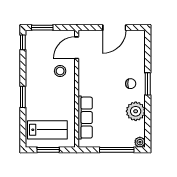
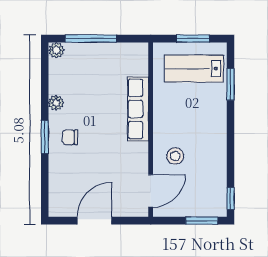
window: (23, 97) -> (231, 84), moved
plant: (136, 111) -> (56, 103), width x0.53, depth x0.53
row of seats: (85, 118) -> (138, 109), moved

